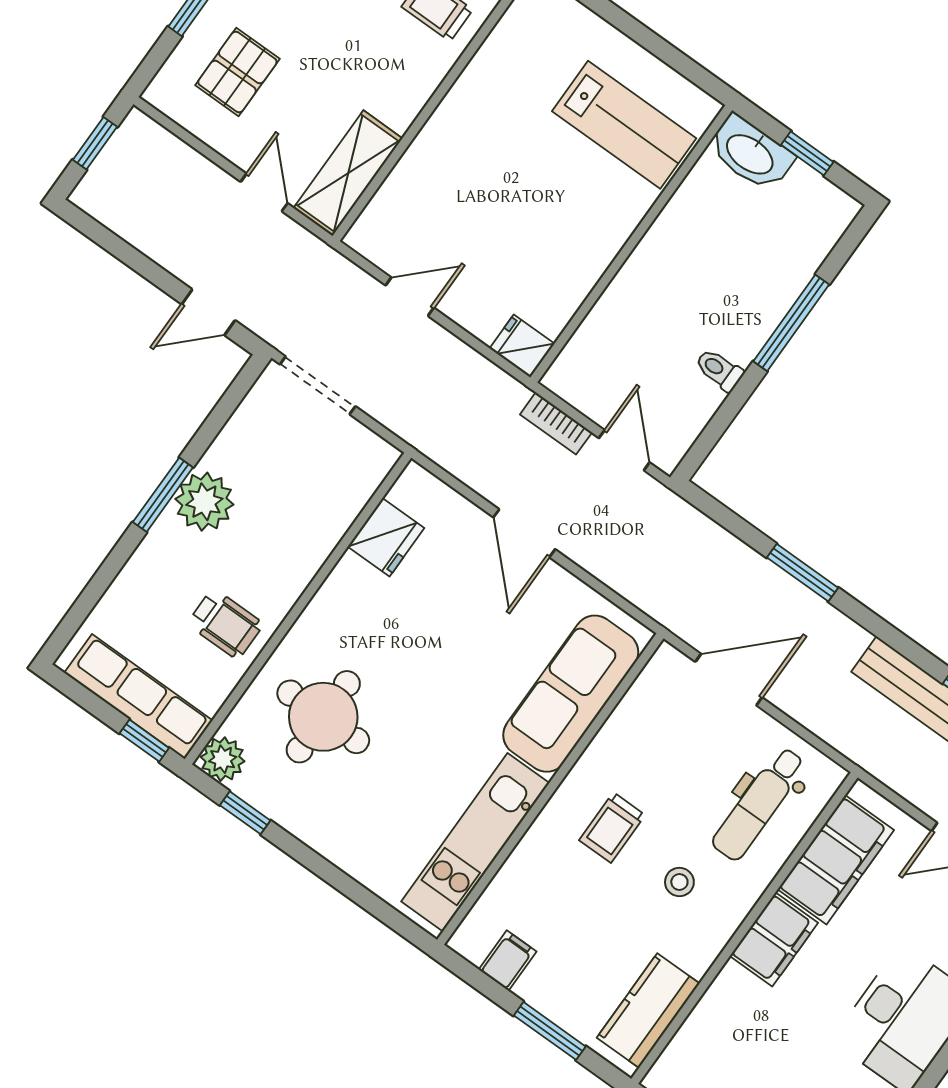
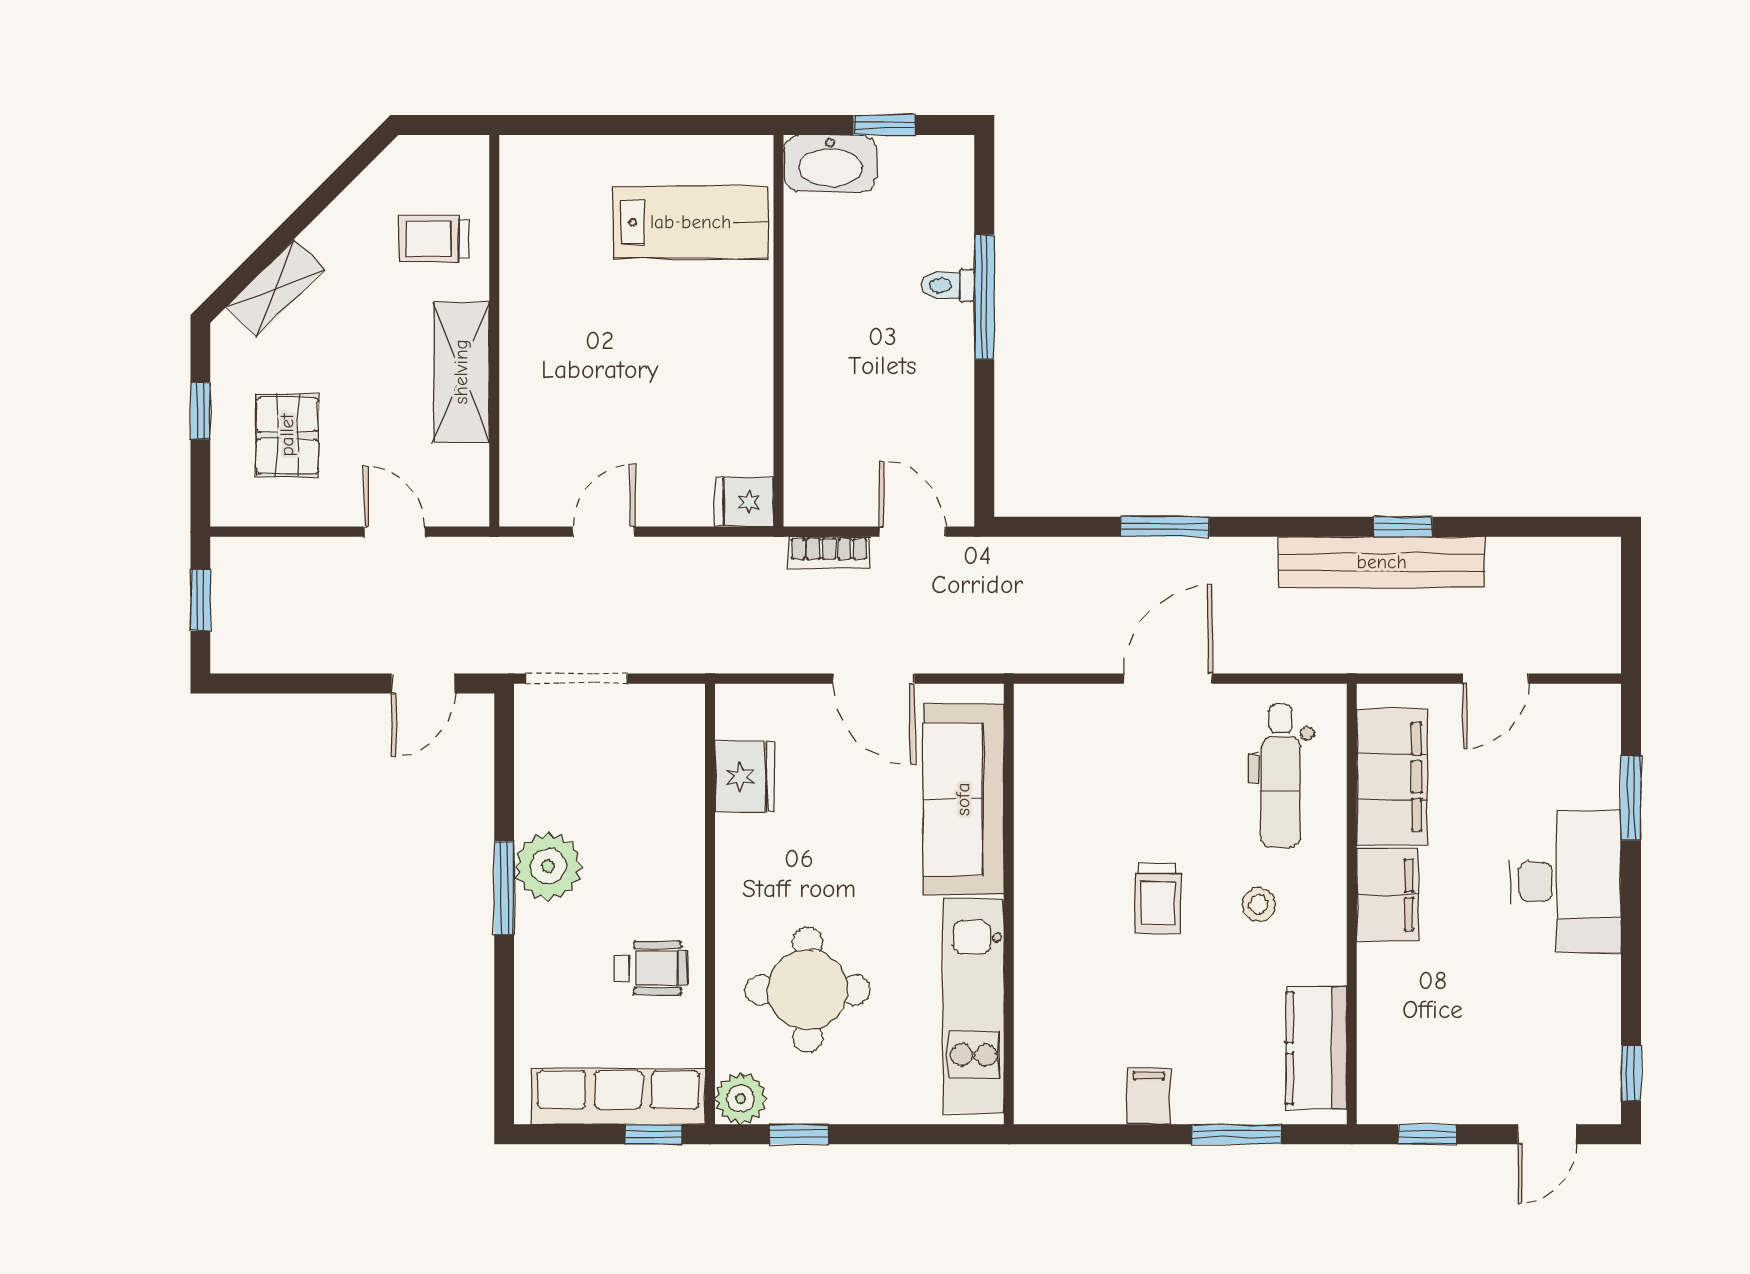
shelving: (348, 173) -> (461, 372), moved
toilet: (719, 370) -> (948, 285), moved
sofa: (571, 694) -> (963, 799), moved
wall: (550, 789) -> (1009, 904), moved
kitchen unit: (475, 842) -> (974, 1006), moved

